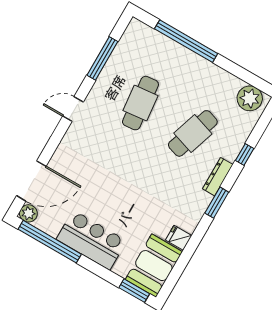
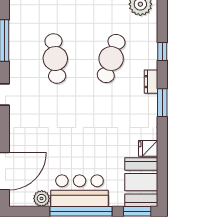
dresser: (218, 177) -> (151, 82), width x0.70
plant: (28, 213) -> (42, 198), moved
window: (50, 242) -> (81, 211), moved

